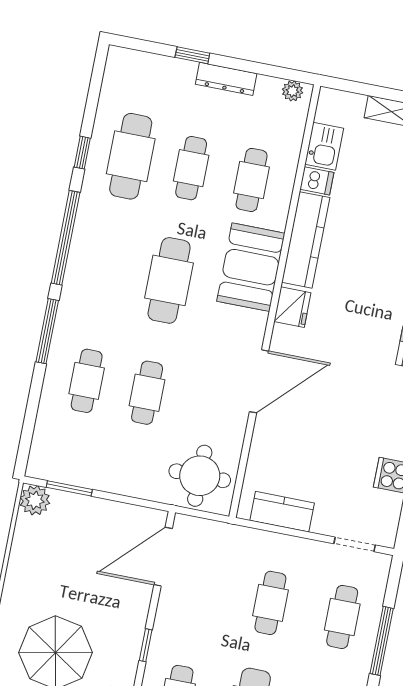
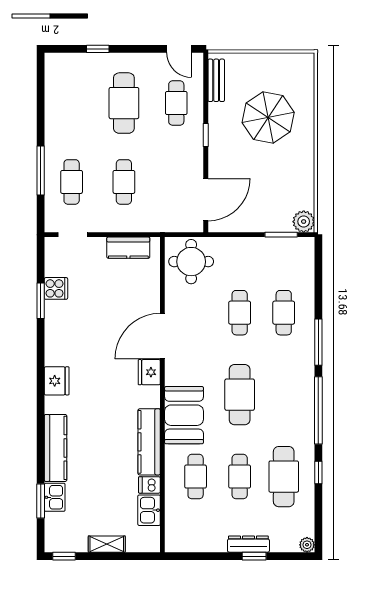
dresser: (226, 79) -> (248, 544), moved
plant: (293, 91) -> (307, 545), moved
fridge: (292, 307) -> (149, 372), moved

